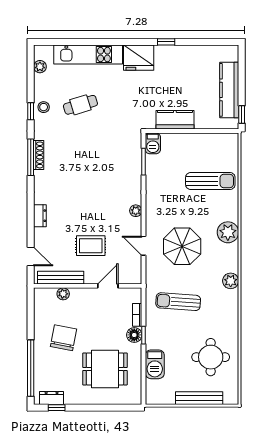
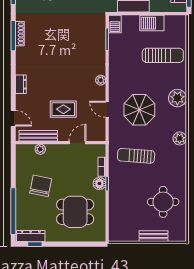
barbecue: (155, 364) -> (152, 23), moved, turned 90
dresser: (52, 398) -> (31, 236), width x1.44
bench: (199, 398) -> (153, 236), width x0.73

